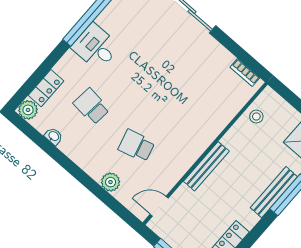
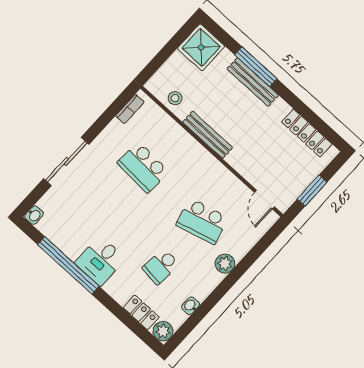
school desk: (188, 87) -> (143, 167), added
school desk: (136, 146) -> (202, 221), width x1.85
bench: (206, 166) -> (208, 135), moved
plant: (111, 182) -> (225, 264), moved

